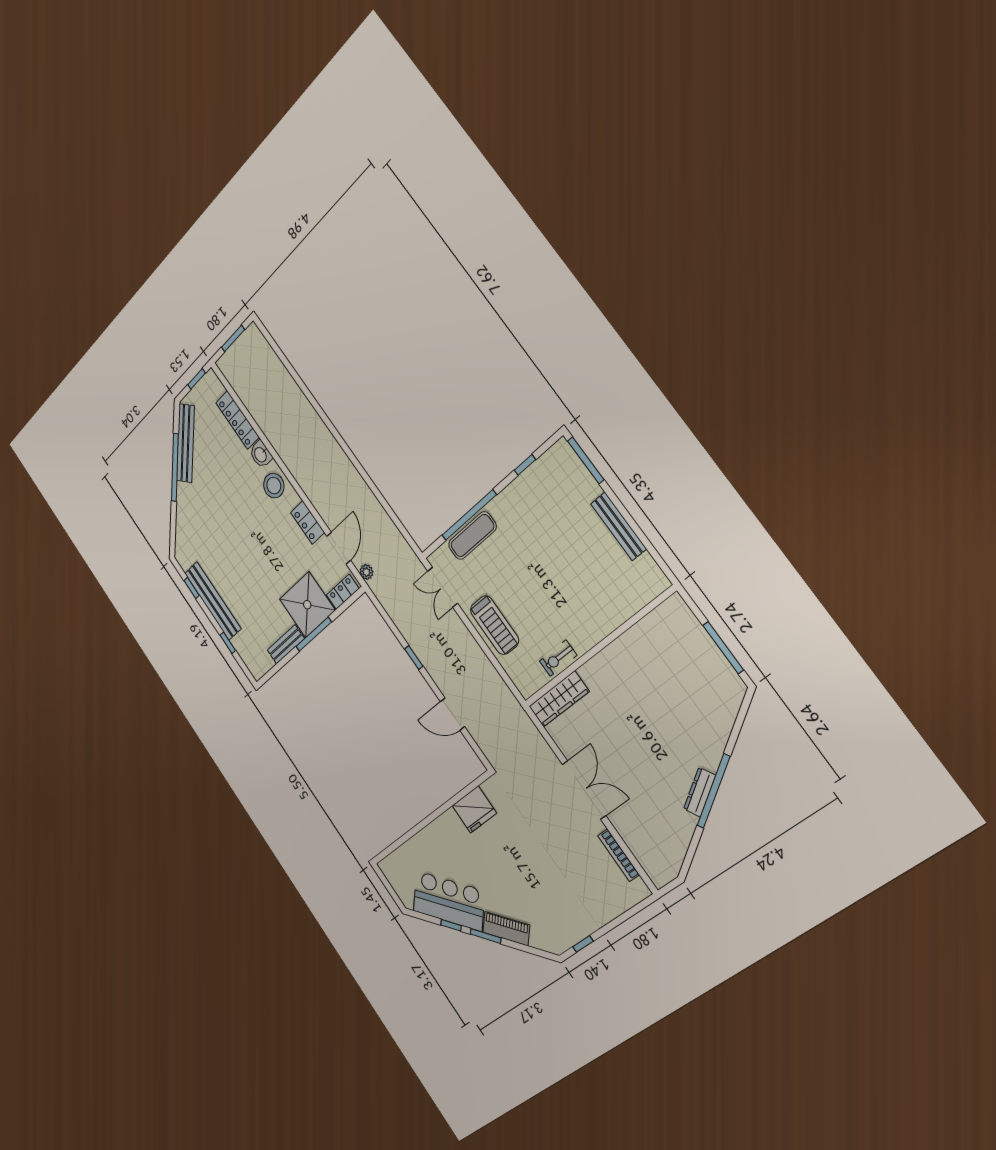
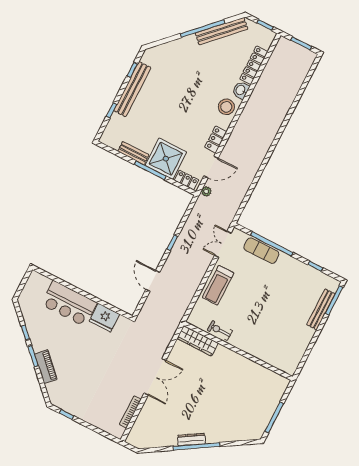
bench: (619, 526) -> (321, 309), moved
bar counter: (449, 901) -> (69, 303), moved, turned 135

